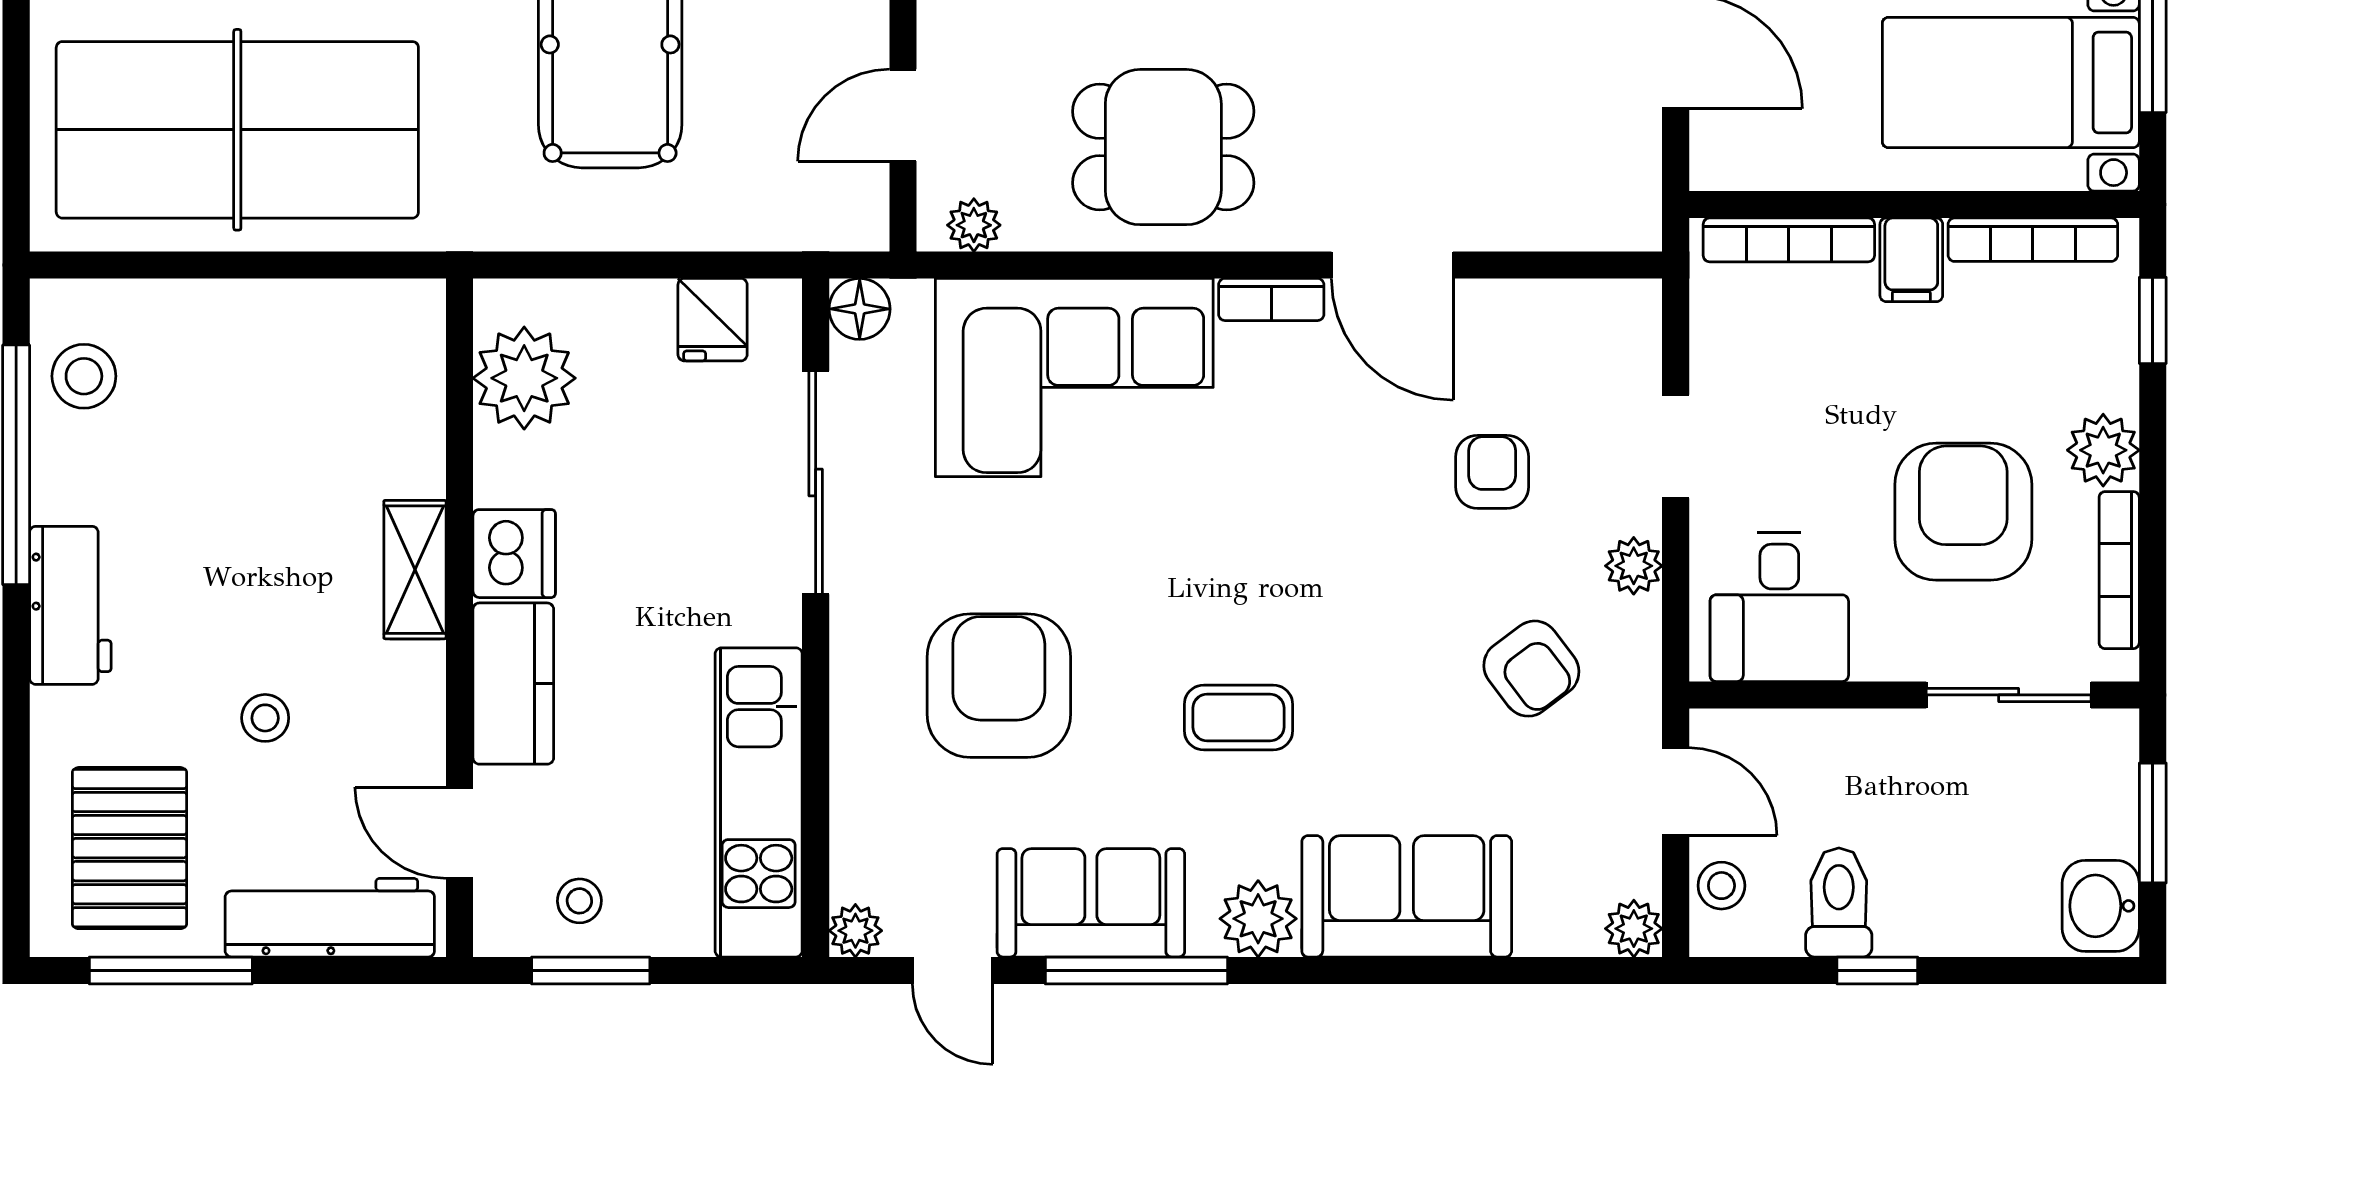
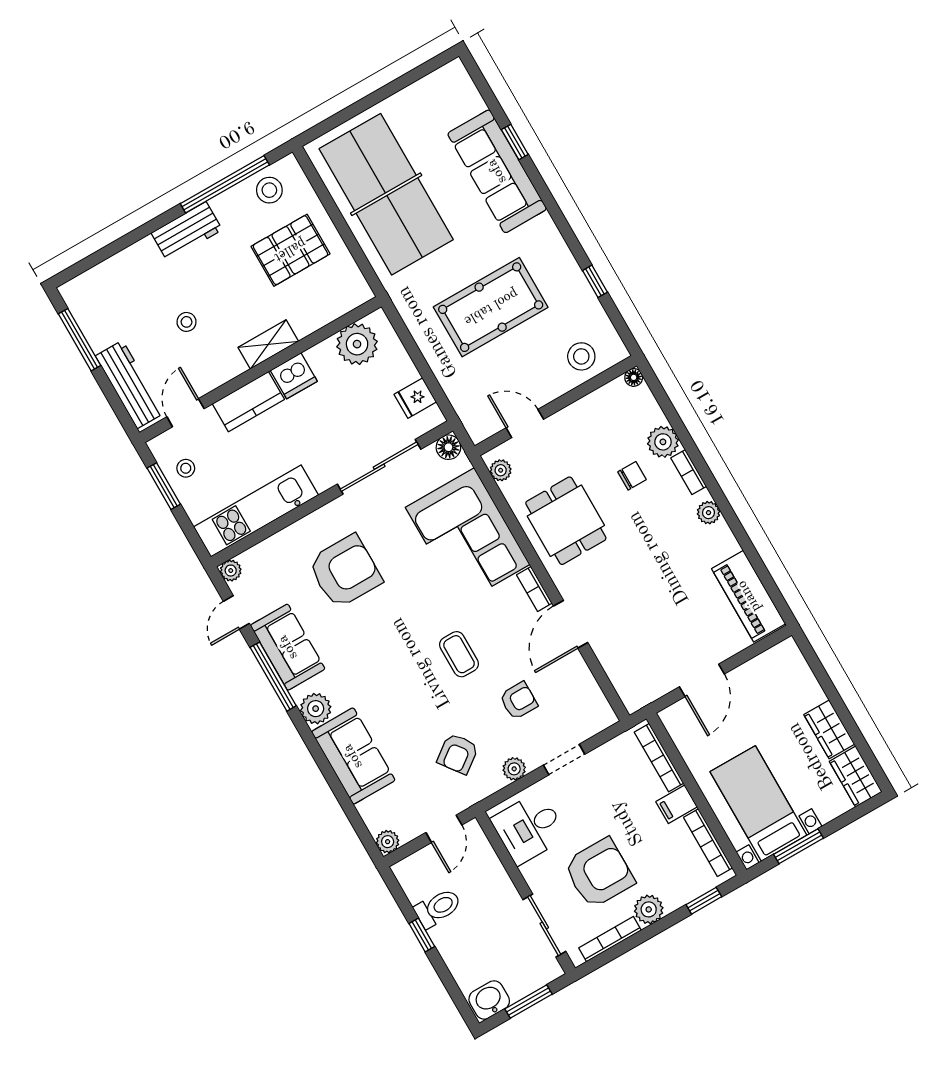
coffee table: (1238, 718) -> (459, 654), moved
pallet: (130, 848) -> (290, 250), moved
stool: (1721, 886) -> (420, 864), removed

